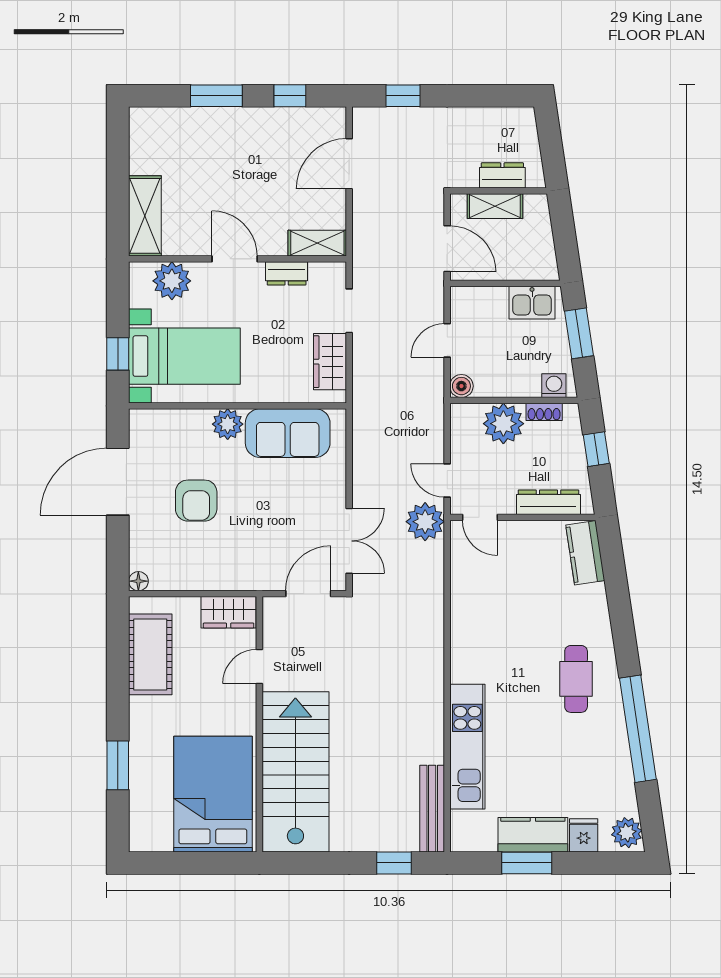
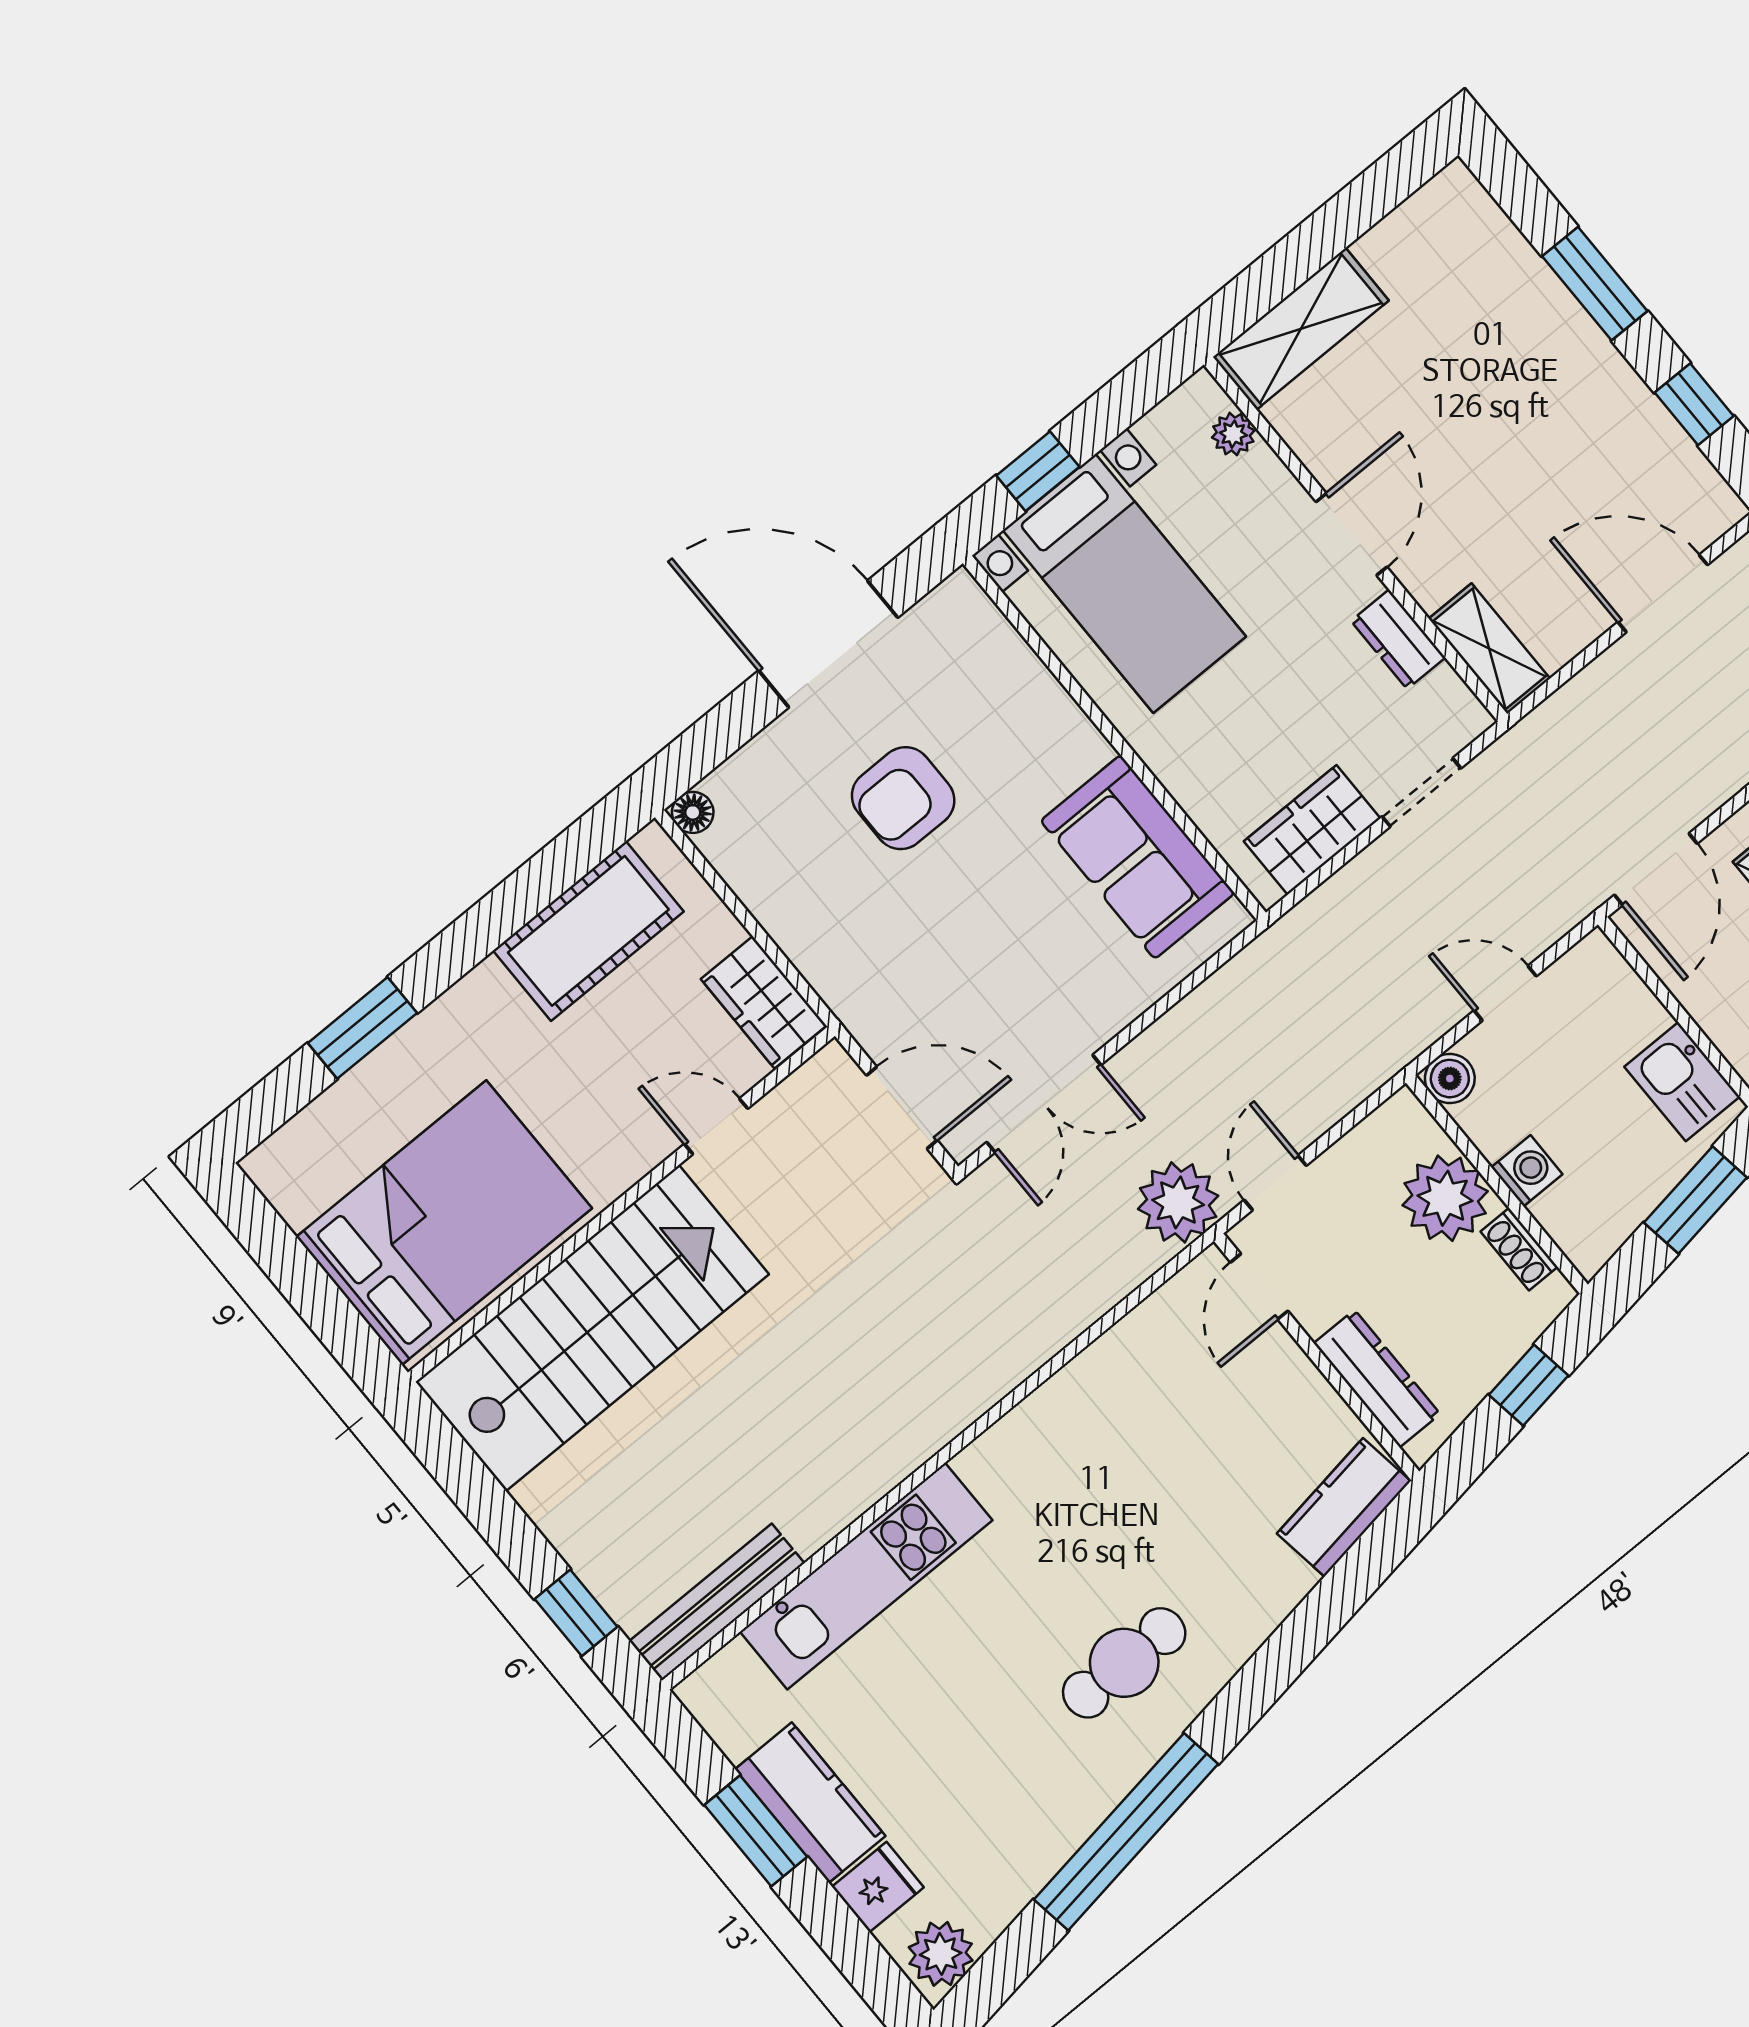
plant: (172, 281) -> (1233, 434), width x0.53, depth x0.53
washing machine: (554, 386) -> (1527, 1171), moved
plant: (228, 424) -> (1071, 746), removed

